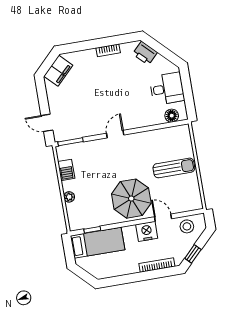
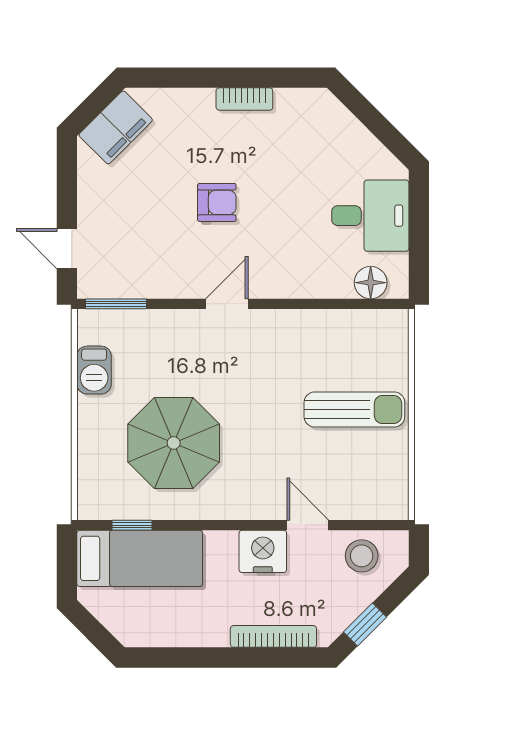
printer: (145, 53) -> (332, 121), removed
armchair: (104, 94) -> (217, 202), added
plant: (69, 197) -> (90, 436), removed
parasol: (131, 199) -> (174, 443), moved

